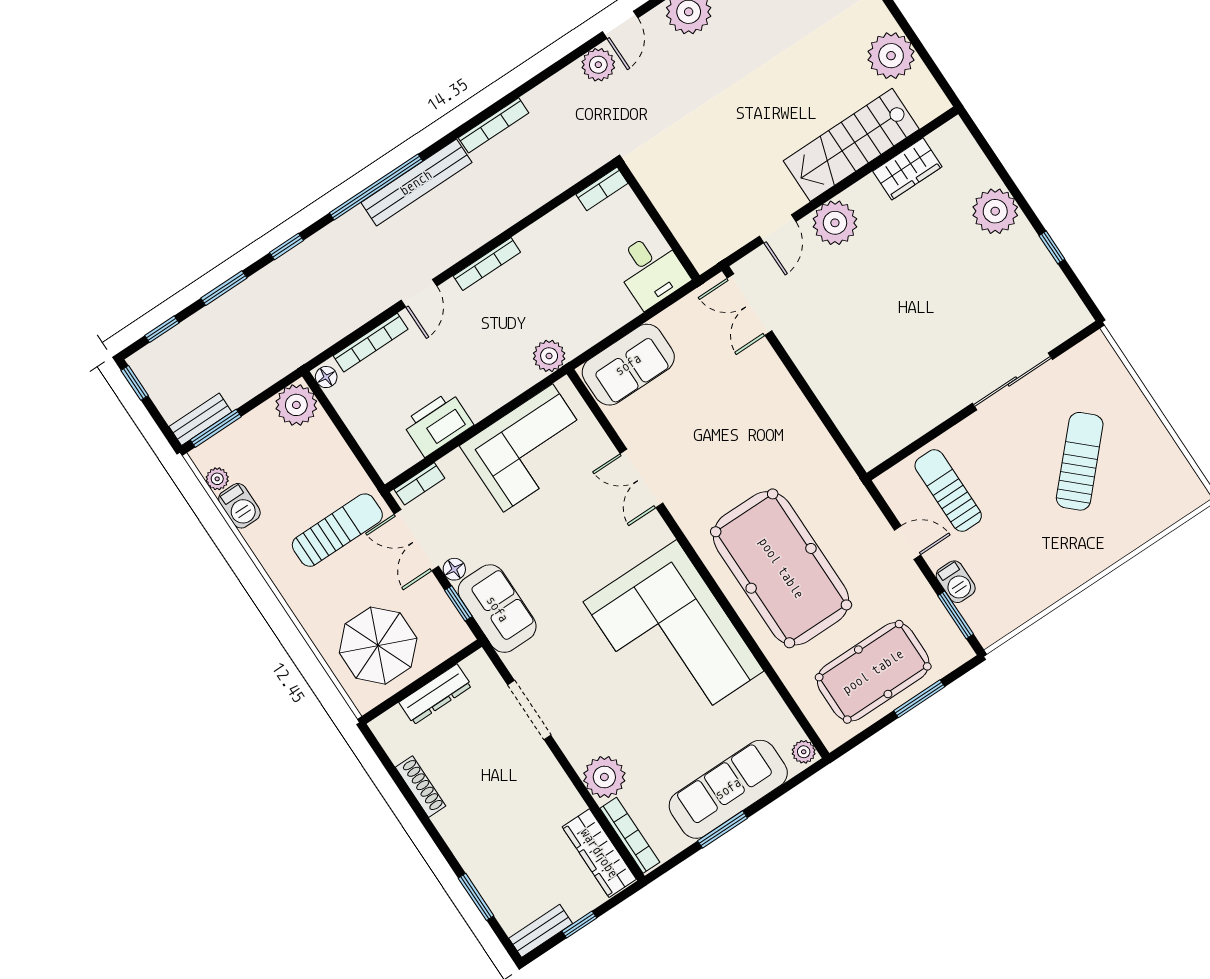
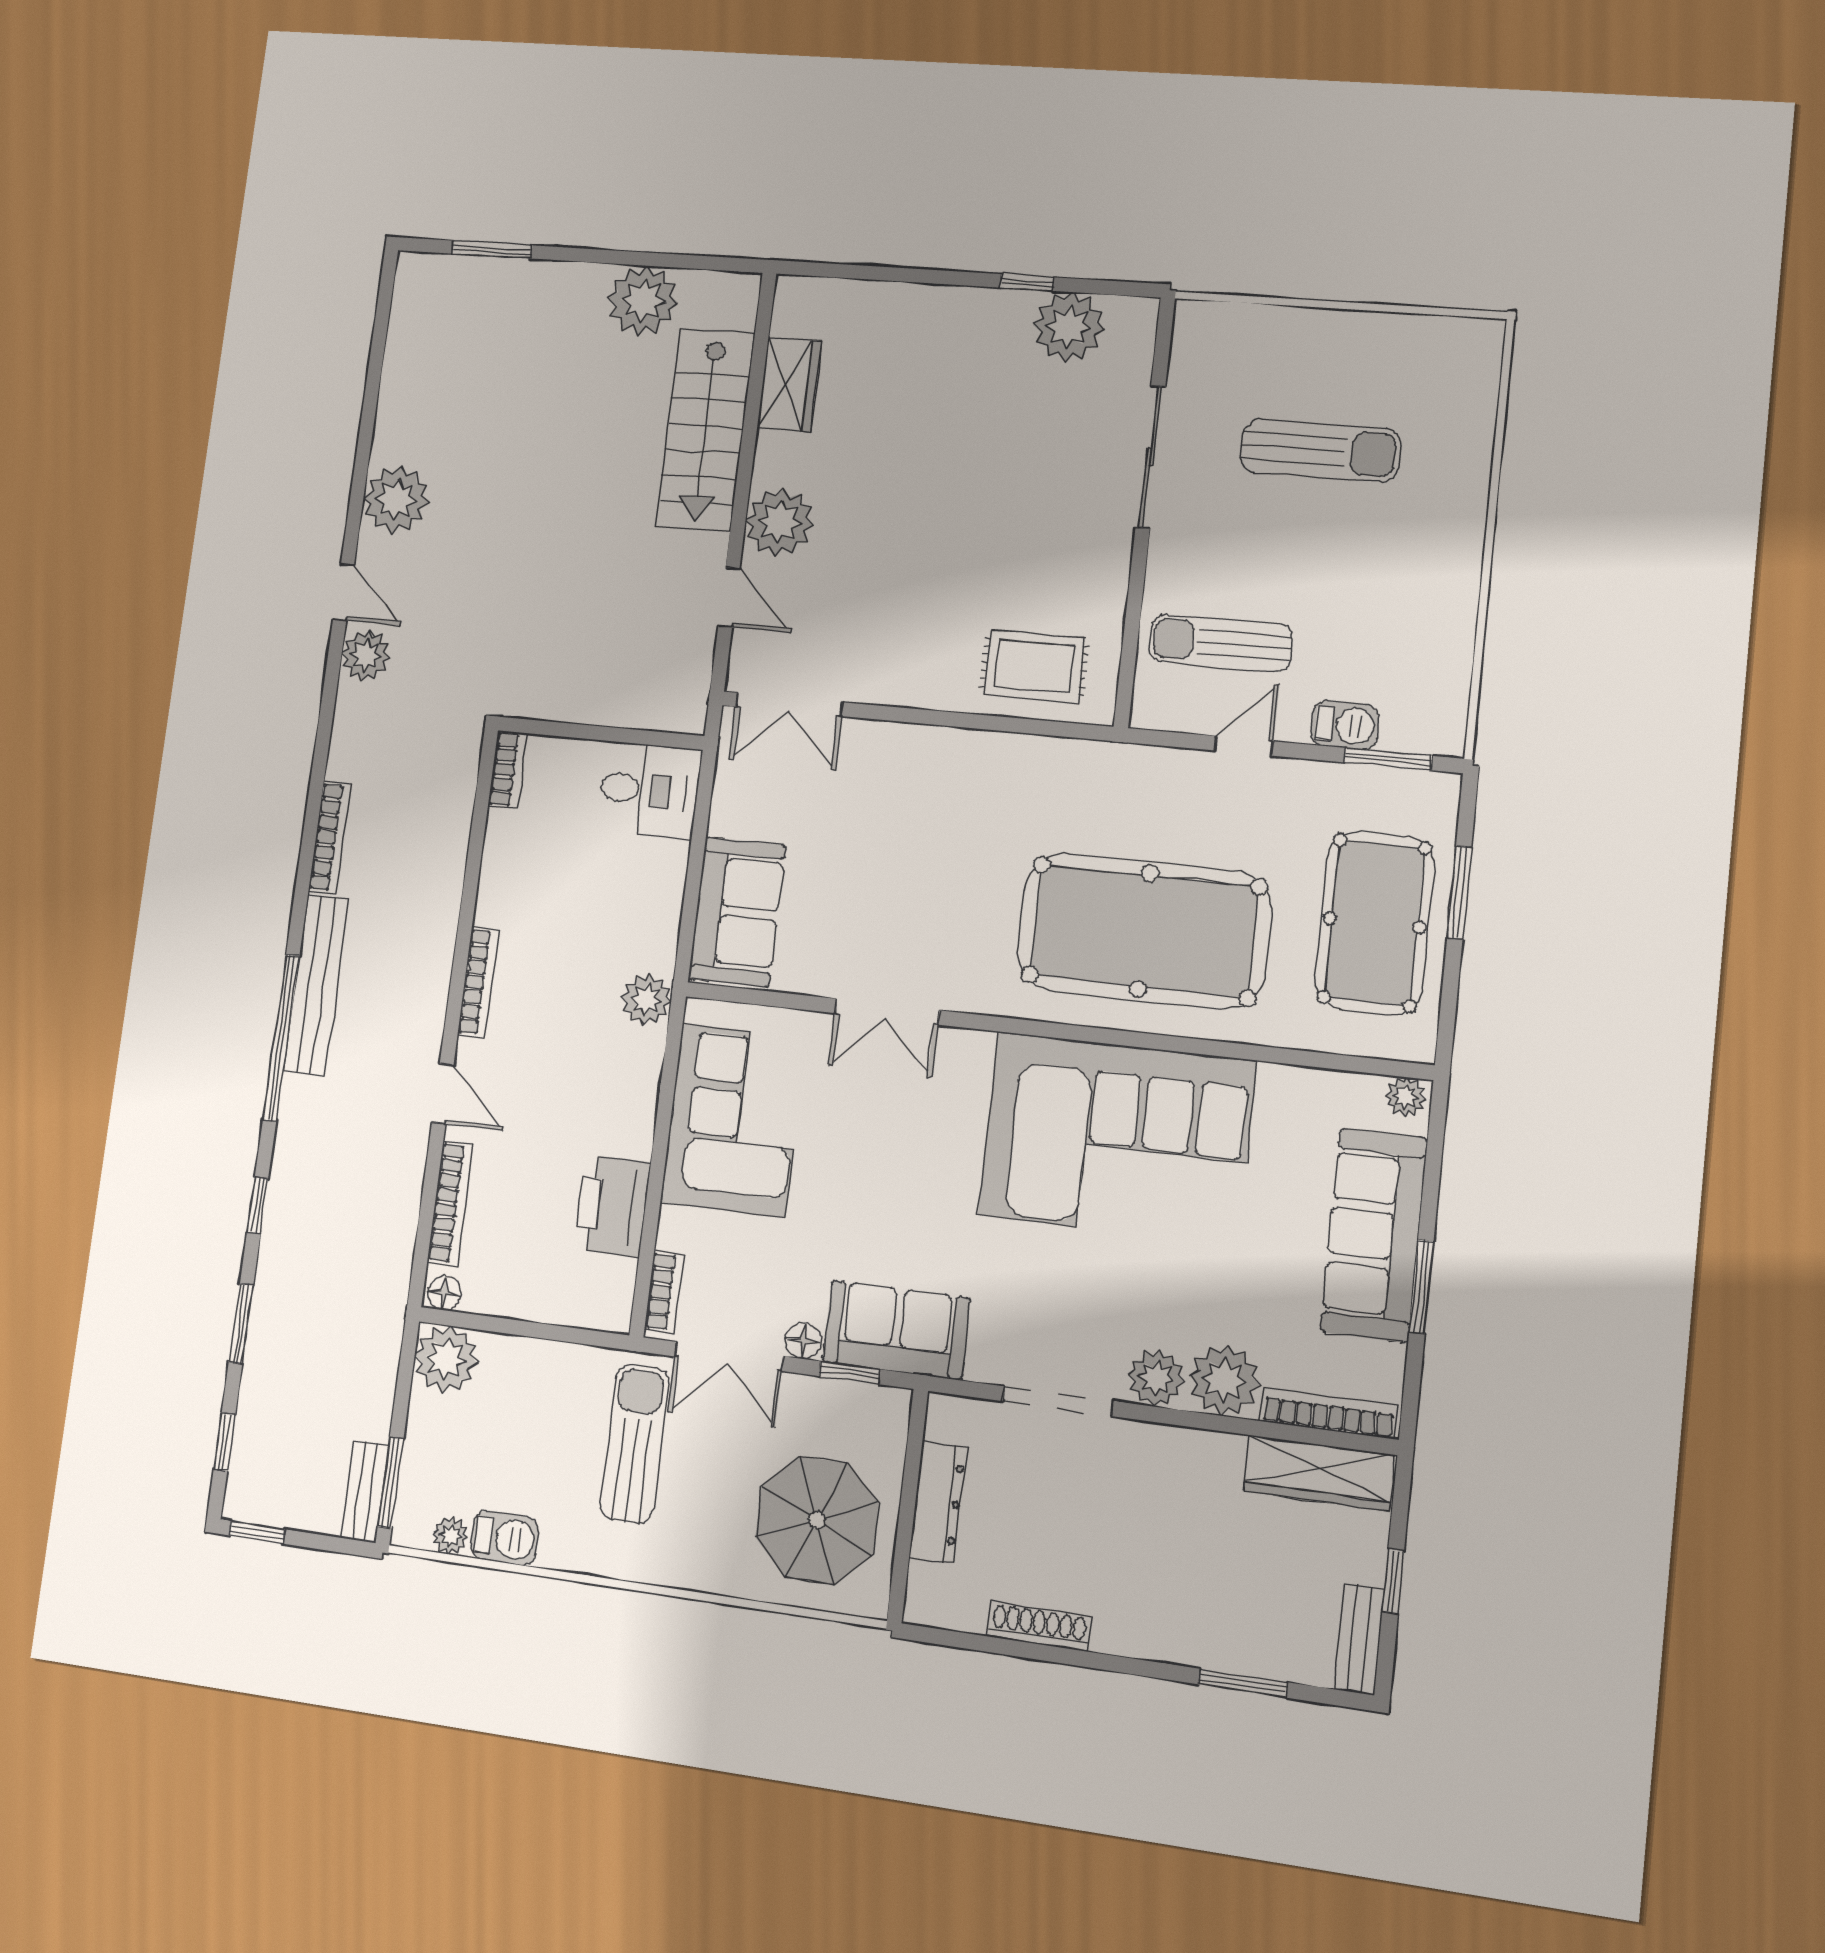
plant: (995, 211) -> (1069, 327), moved
rug: (865, 410) -> (1034, 666), added
sun lounger: (1080, 461) -> (1320, 450), turned 137
plant: (579, 746) -> (1156, 1378), added

